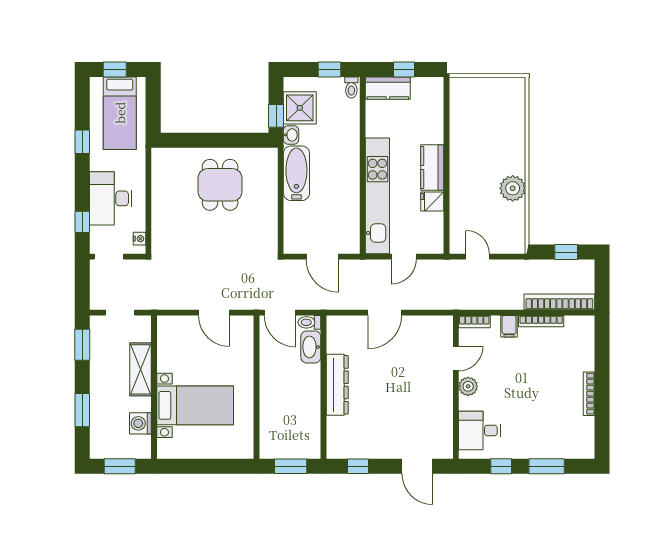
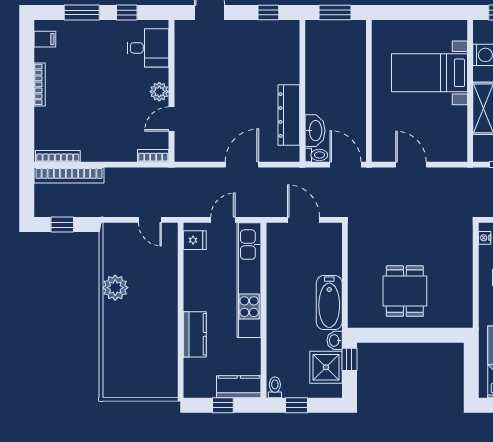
kitchen counter: (432, 167) -> (195, 334), moved
fridge: (432, 202) -> (195, 240), moved
bookcase: (541, 321) -> (58, 156), moved
filing cabinet: (509, 326) -> (45, 39), moved, turned 90
dresser: (337, 385) -> (289, 115), moved

